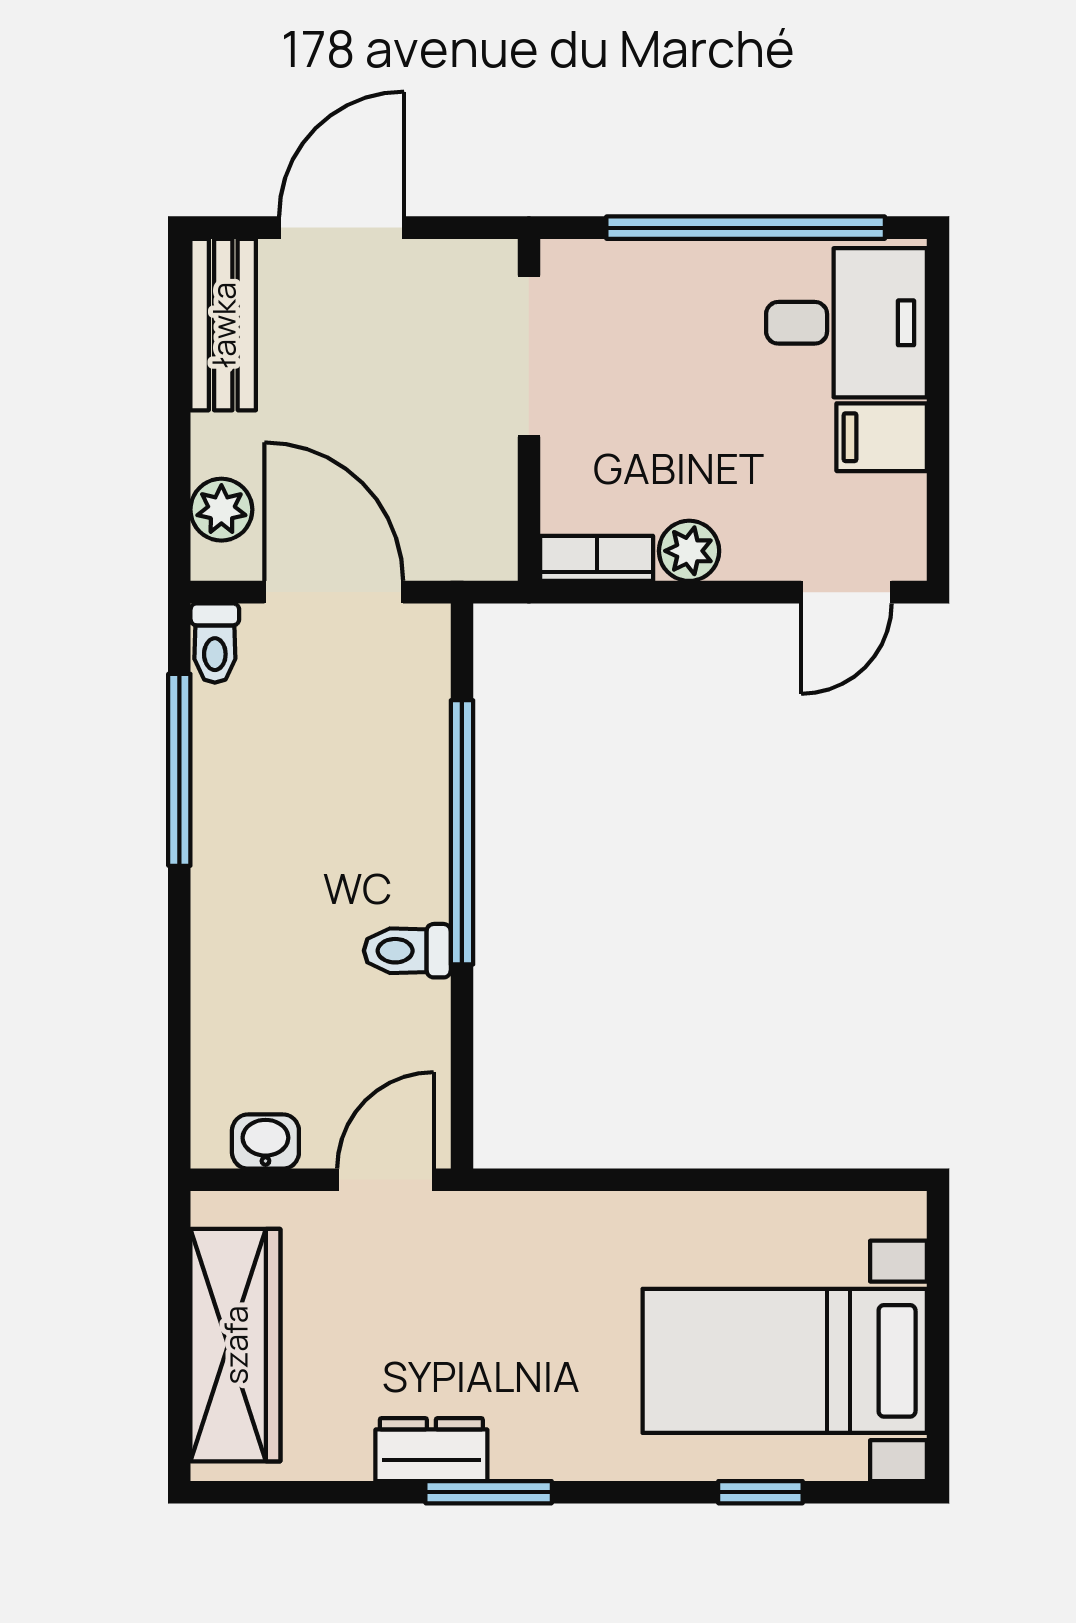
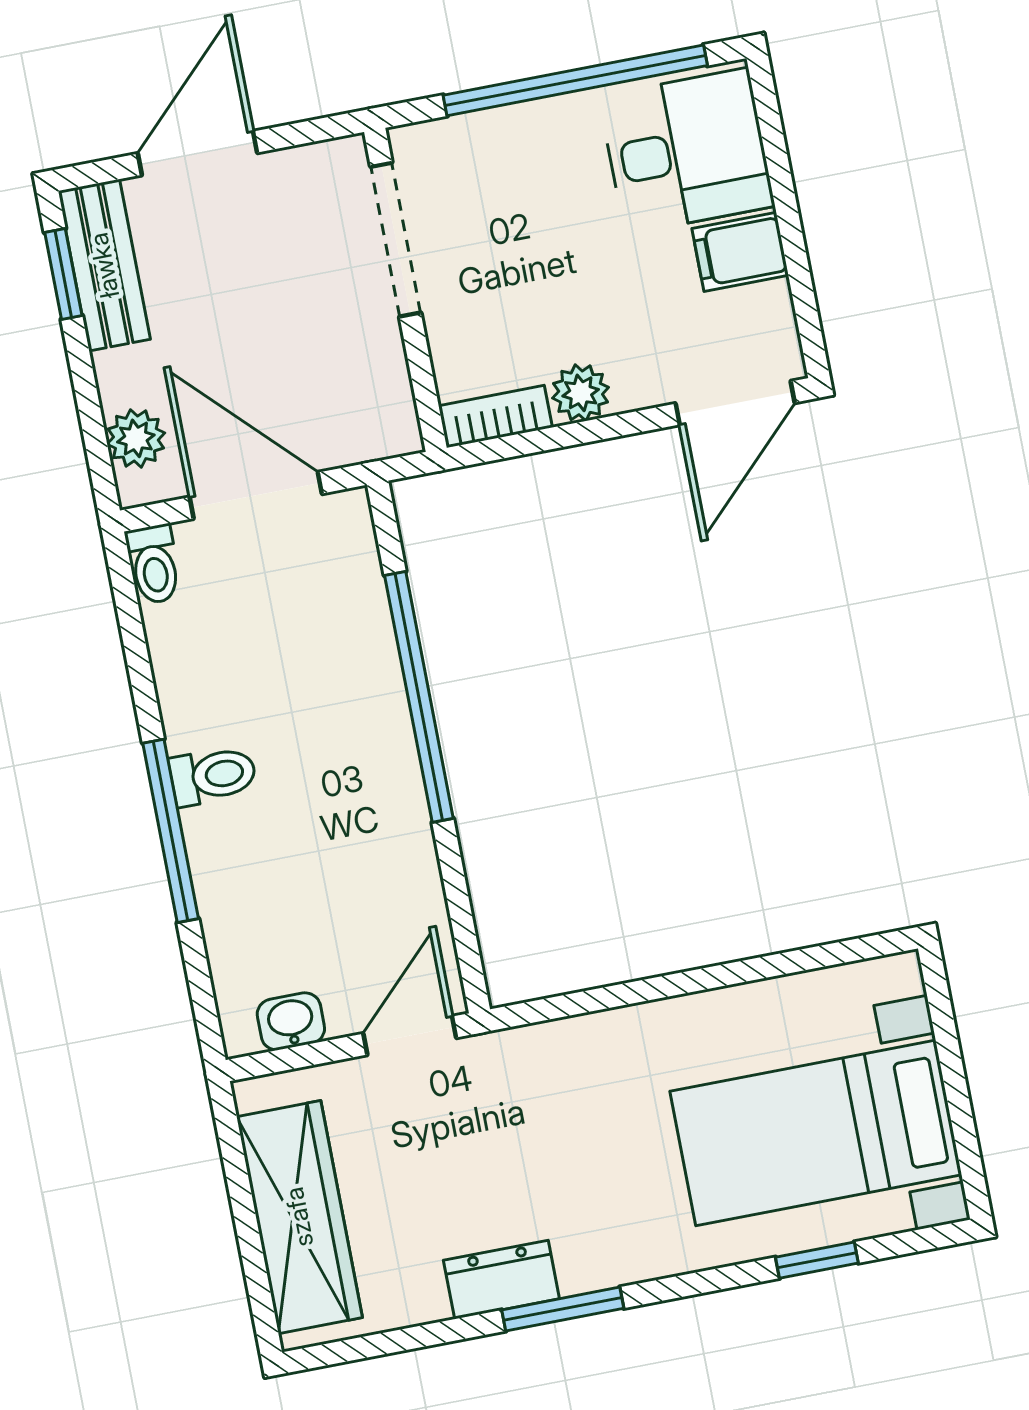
window: (179, 326) -> (63, 274), added
door: (846, 592) -> (735, 403), width x1.38
window: (179, 770) -> (171, 831), moved
toilet: (407, 951) -> (213, 776), moved, turned 180

